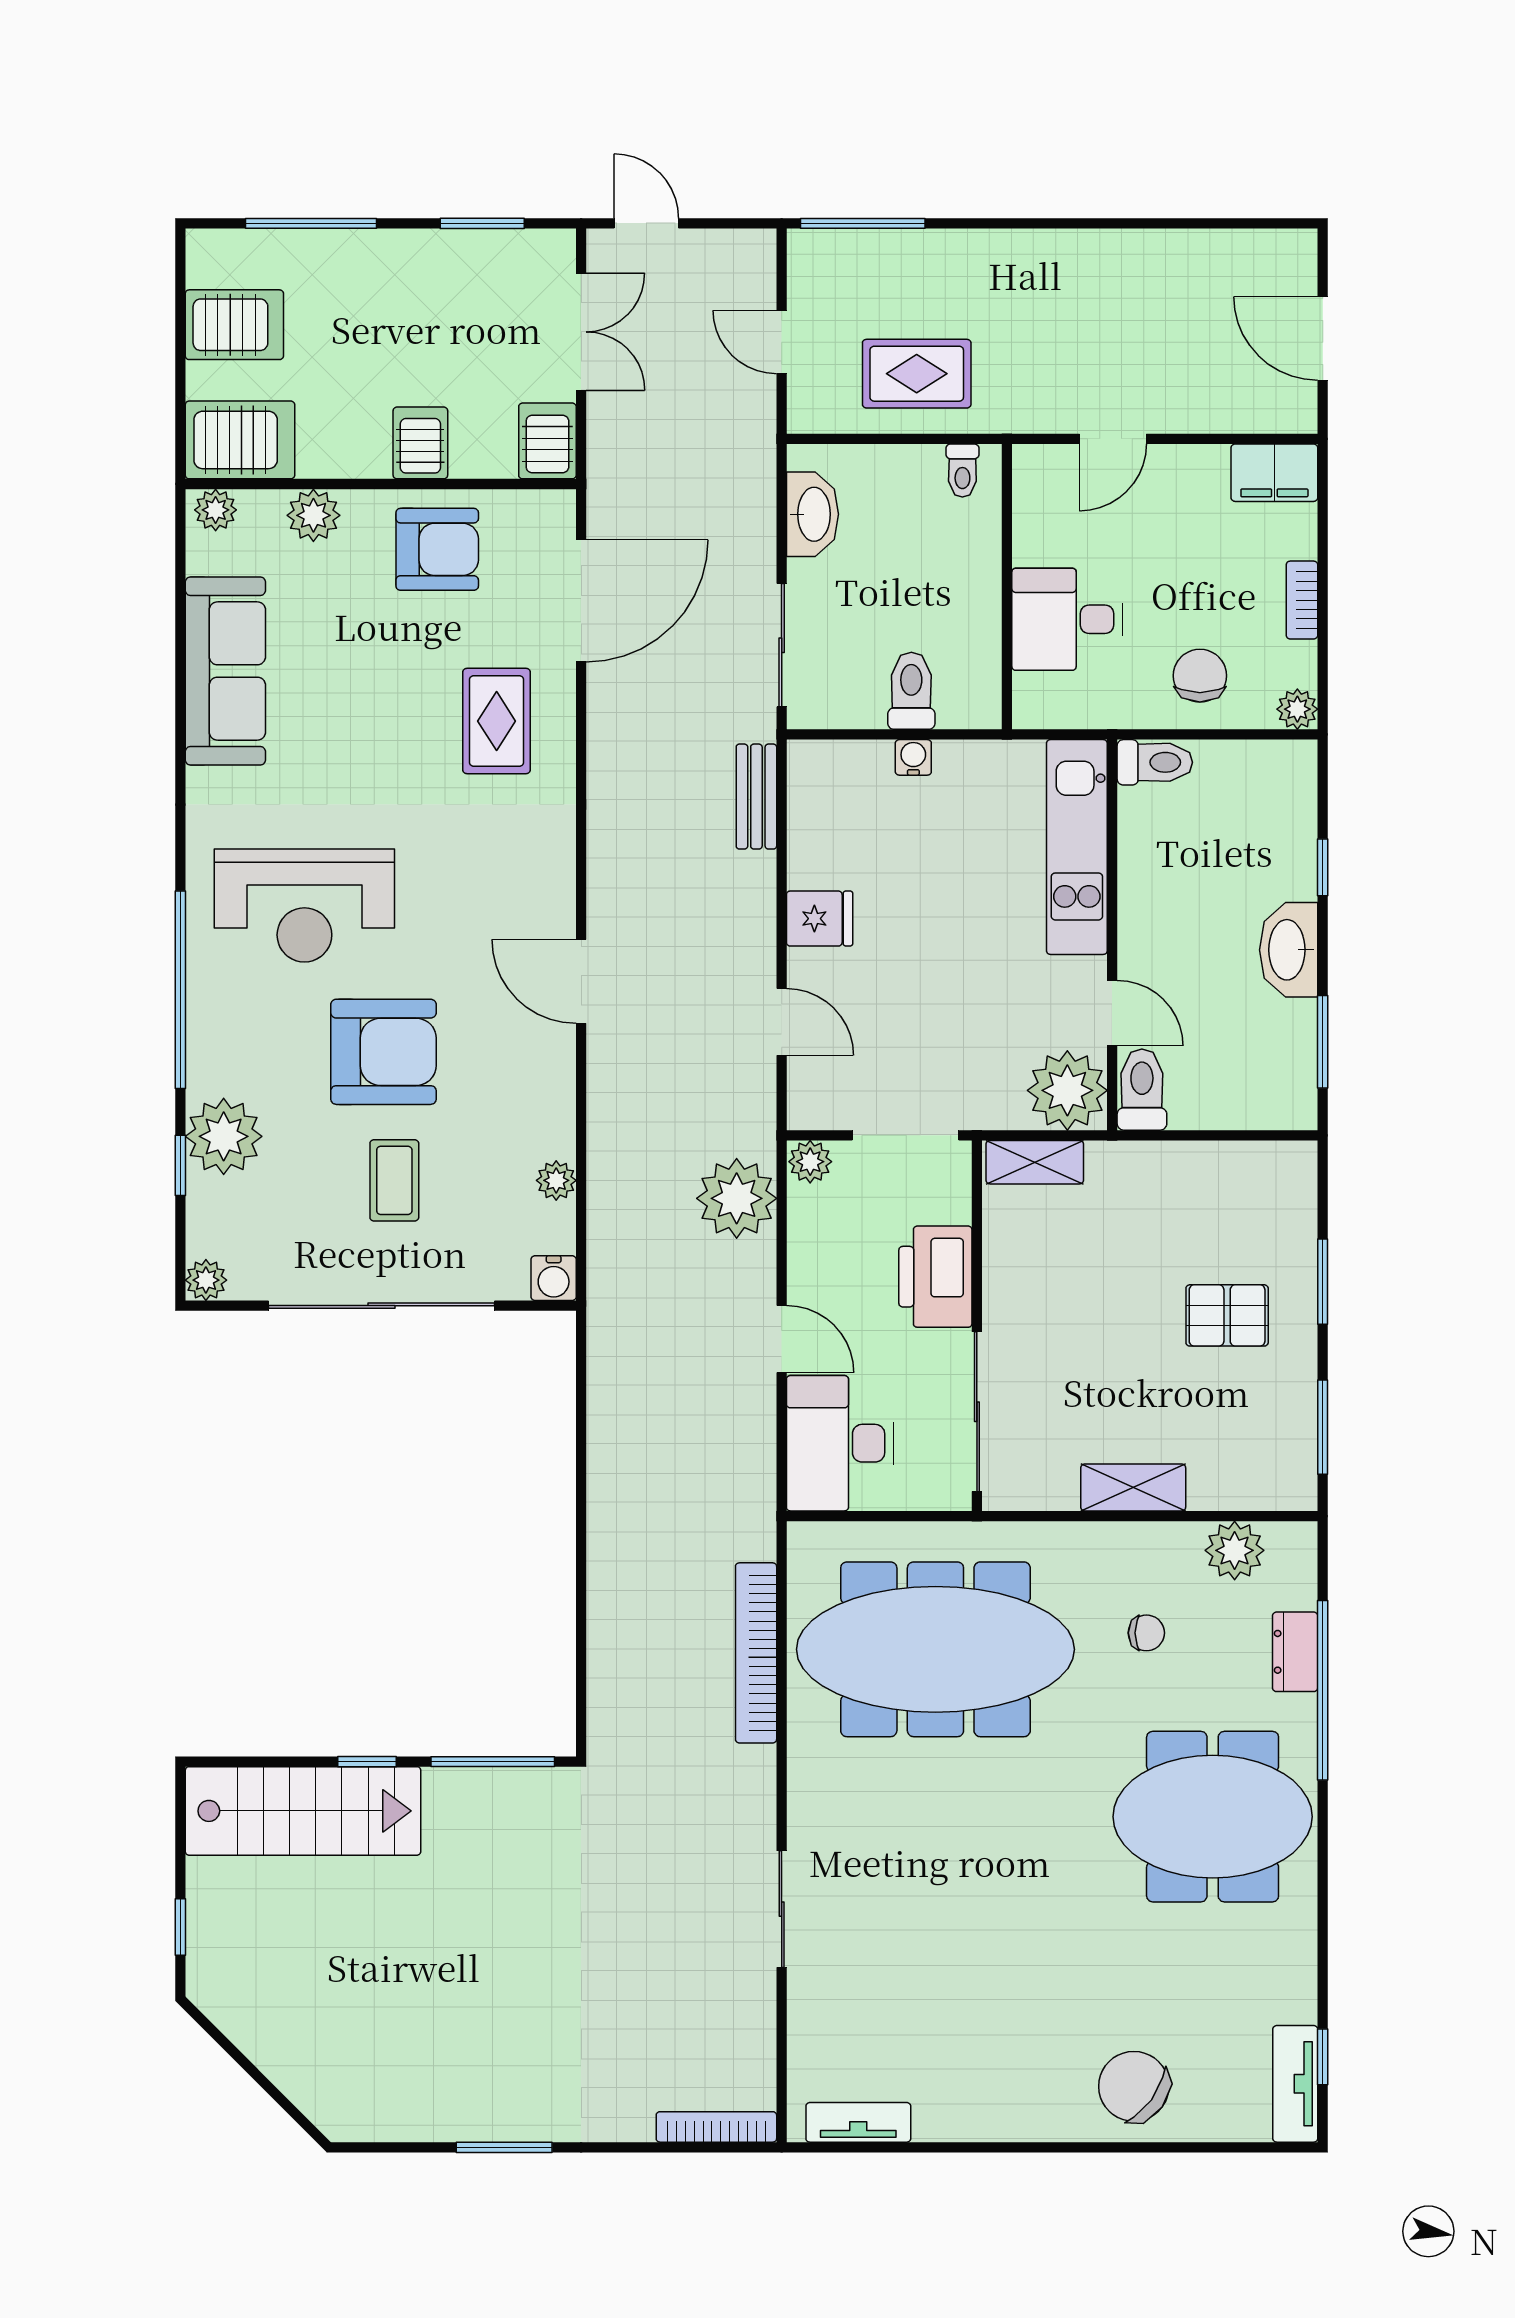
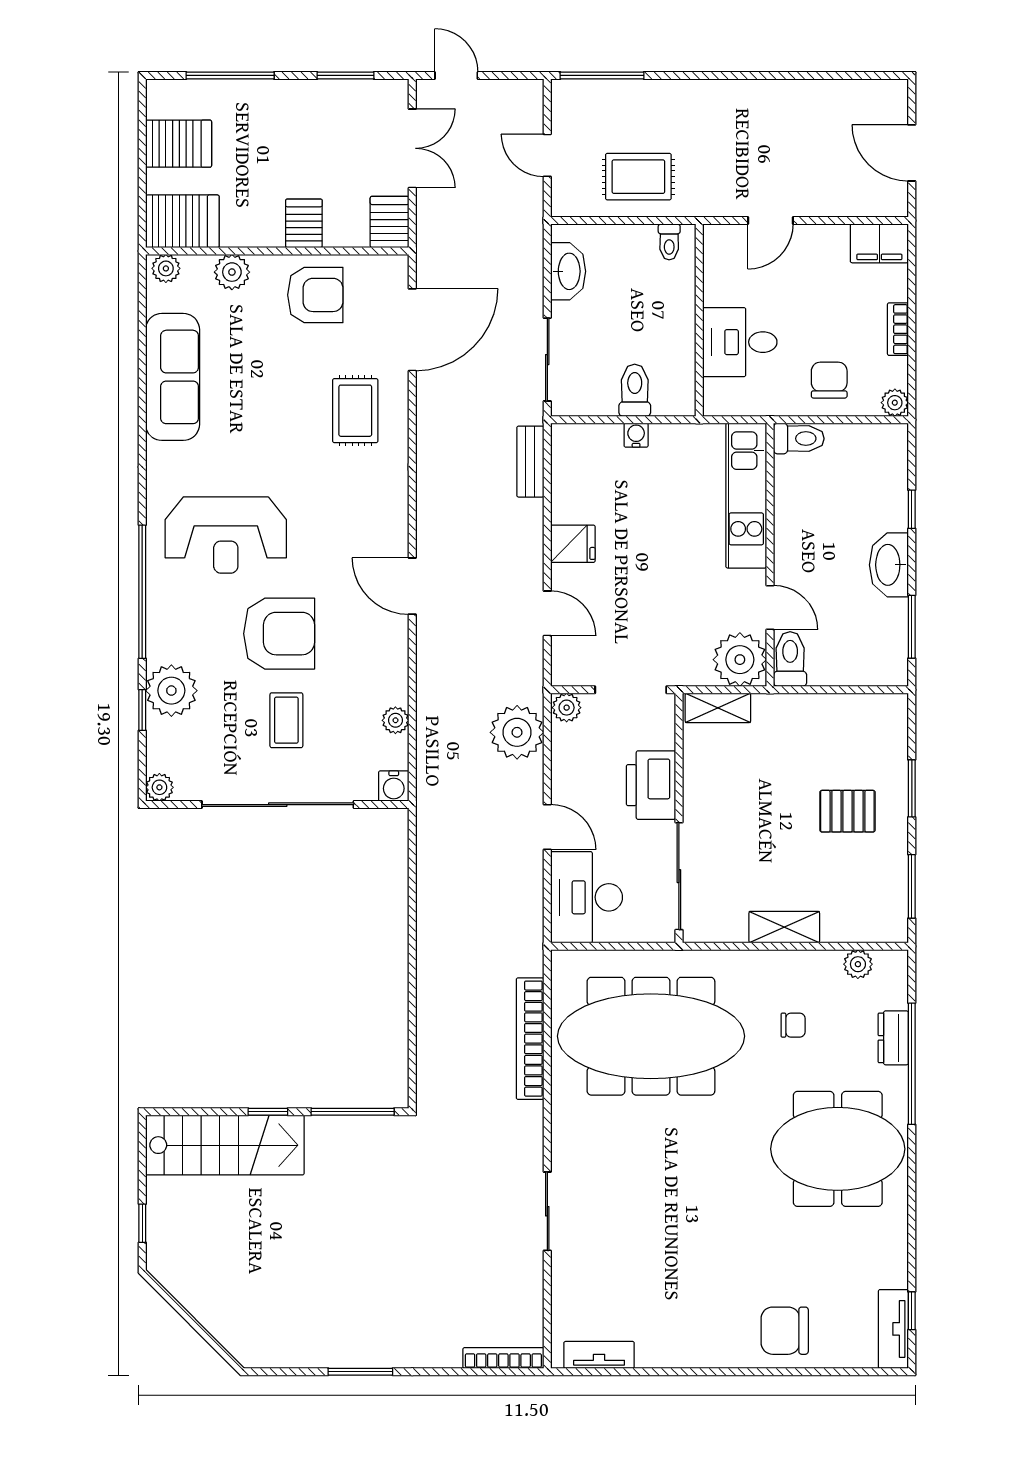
plant: (1235, 1550) -> (858, 964), width x0.73, depth x0.73
chair: (1134, 2086) -> (785, 1331), turned -36

